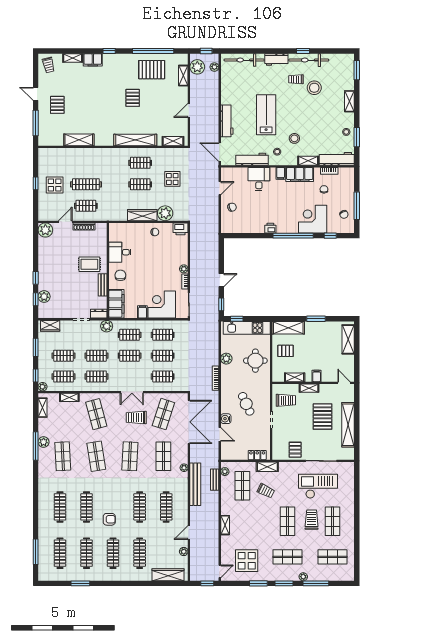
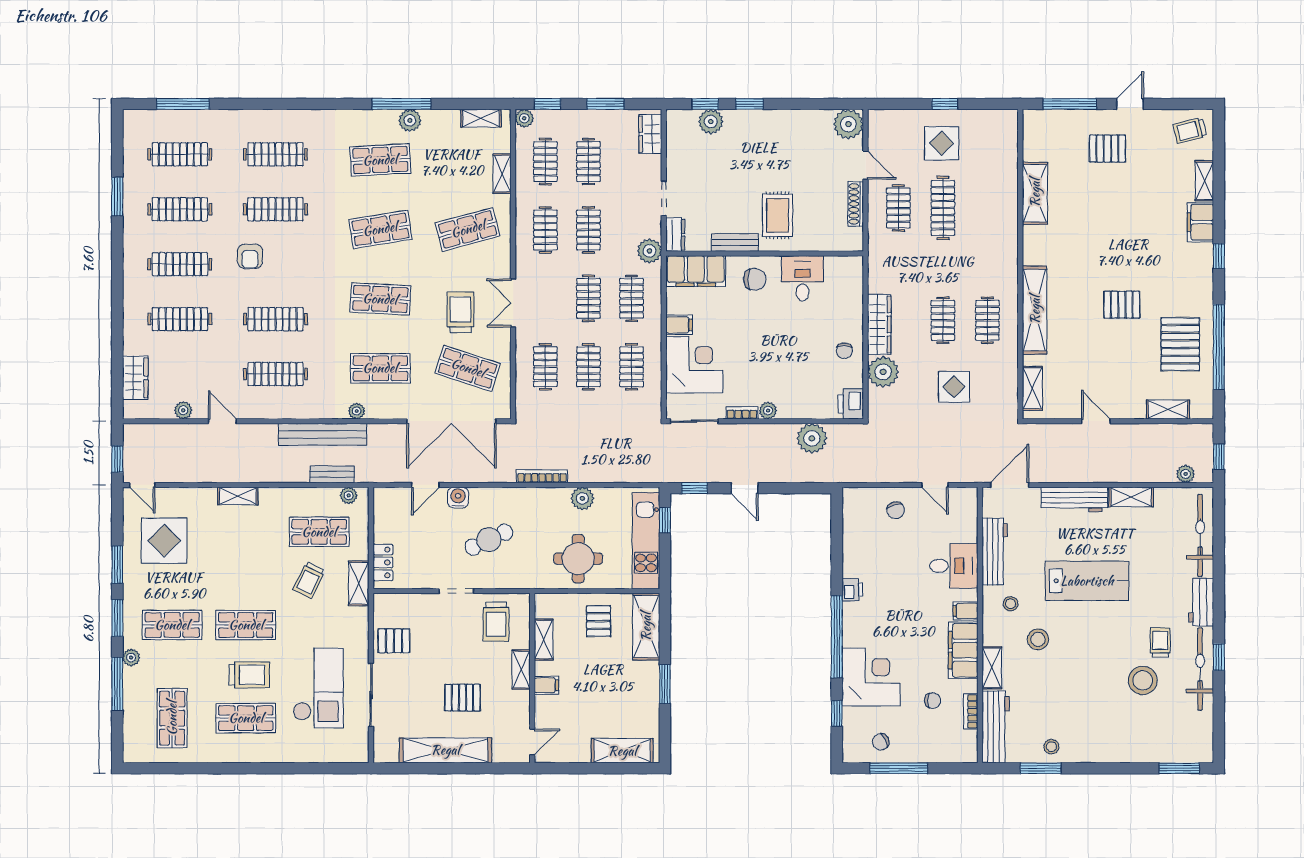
plant: (197, 67) -> (812, 438), moved
shelving: (349, 101) -> (1131, 497), moved
pallet: (323, 417) -> (462, 698), width x0.67, depth x0.71
shop shelf: (287, 557) -> (172, 625), turned 90
wardrobe: (168, 575) -> (135, 378), width x0.67

